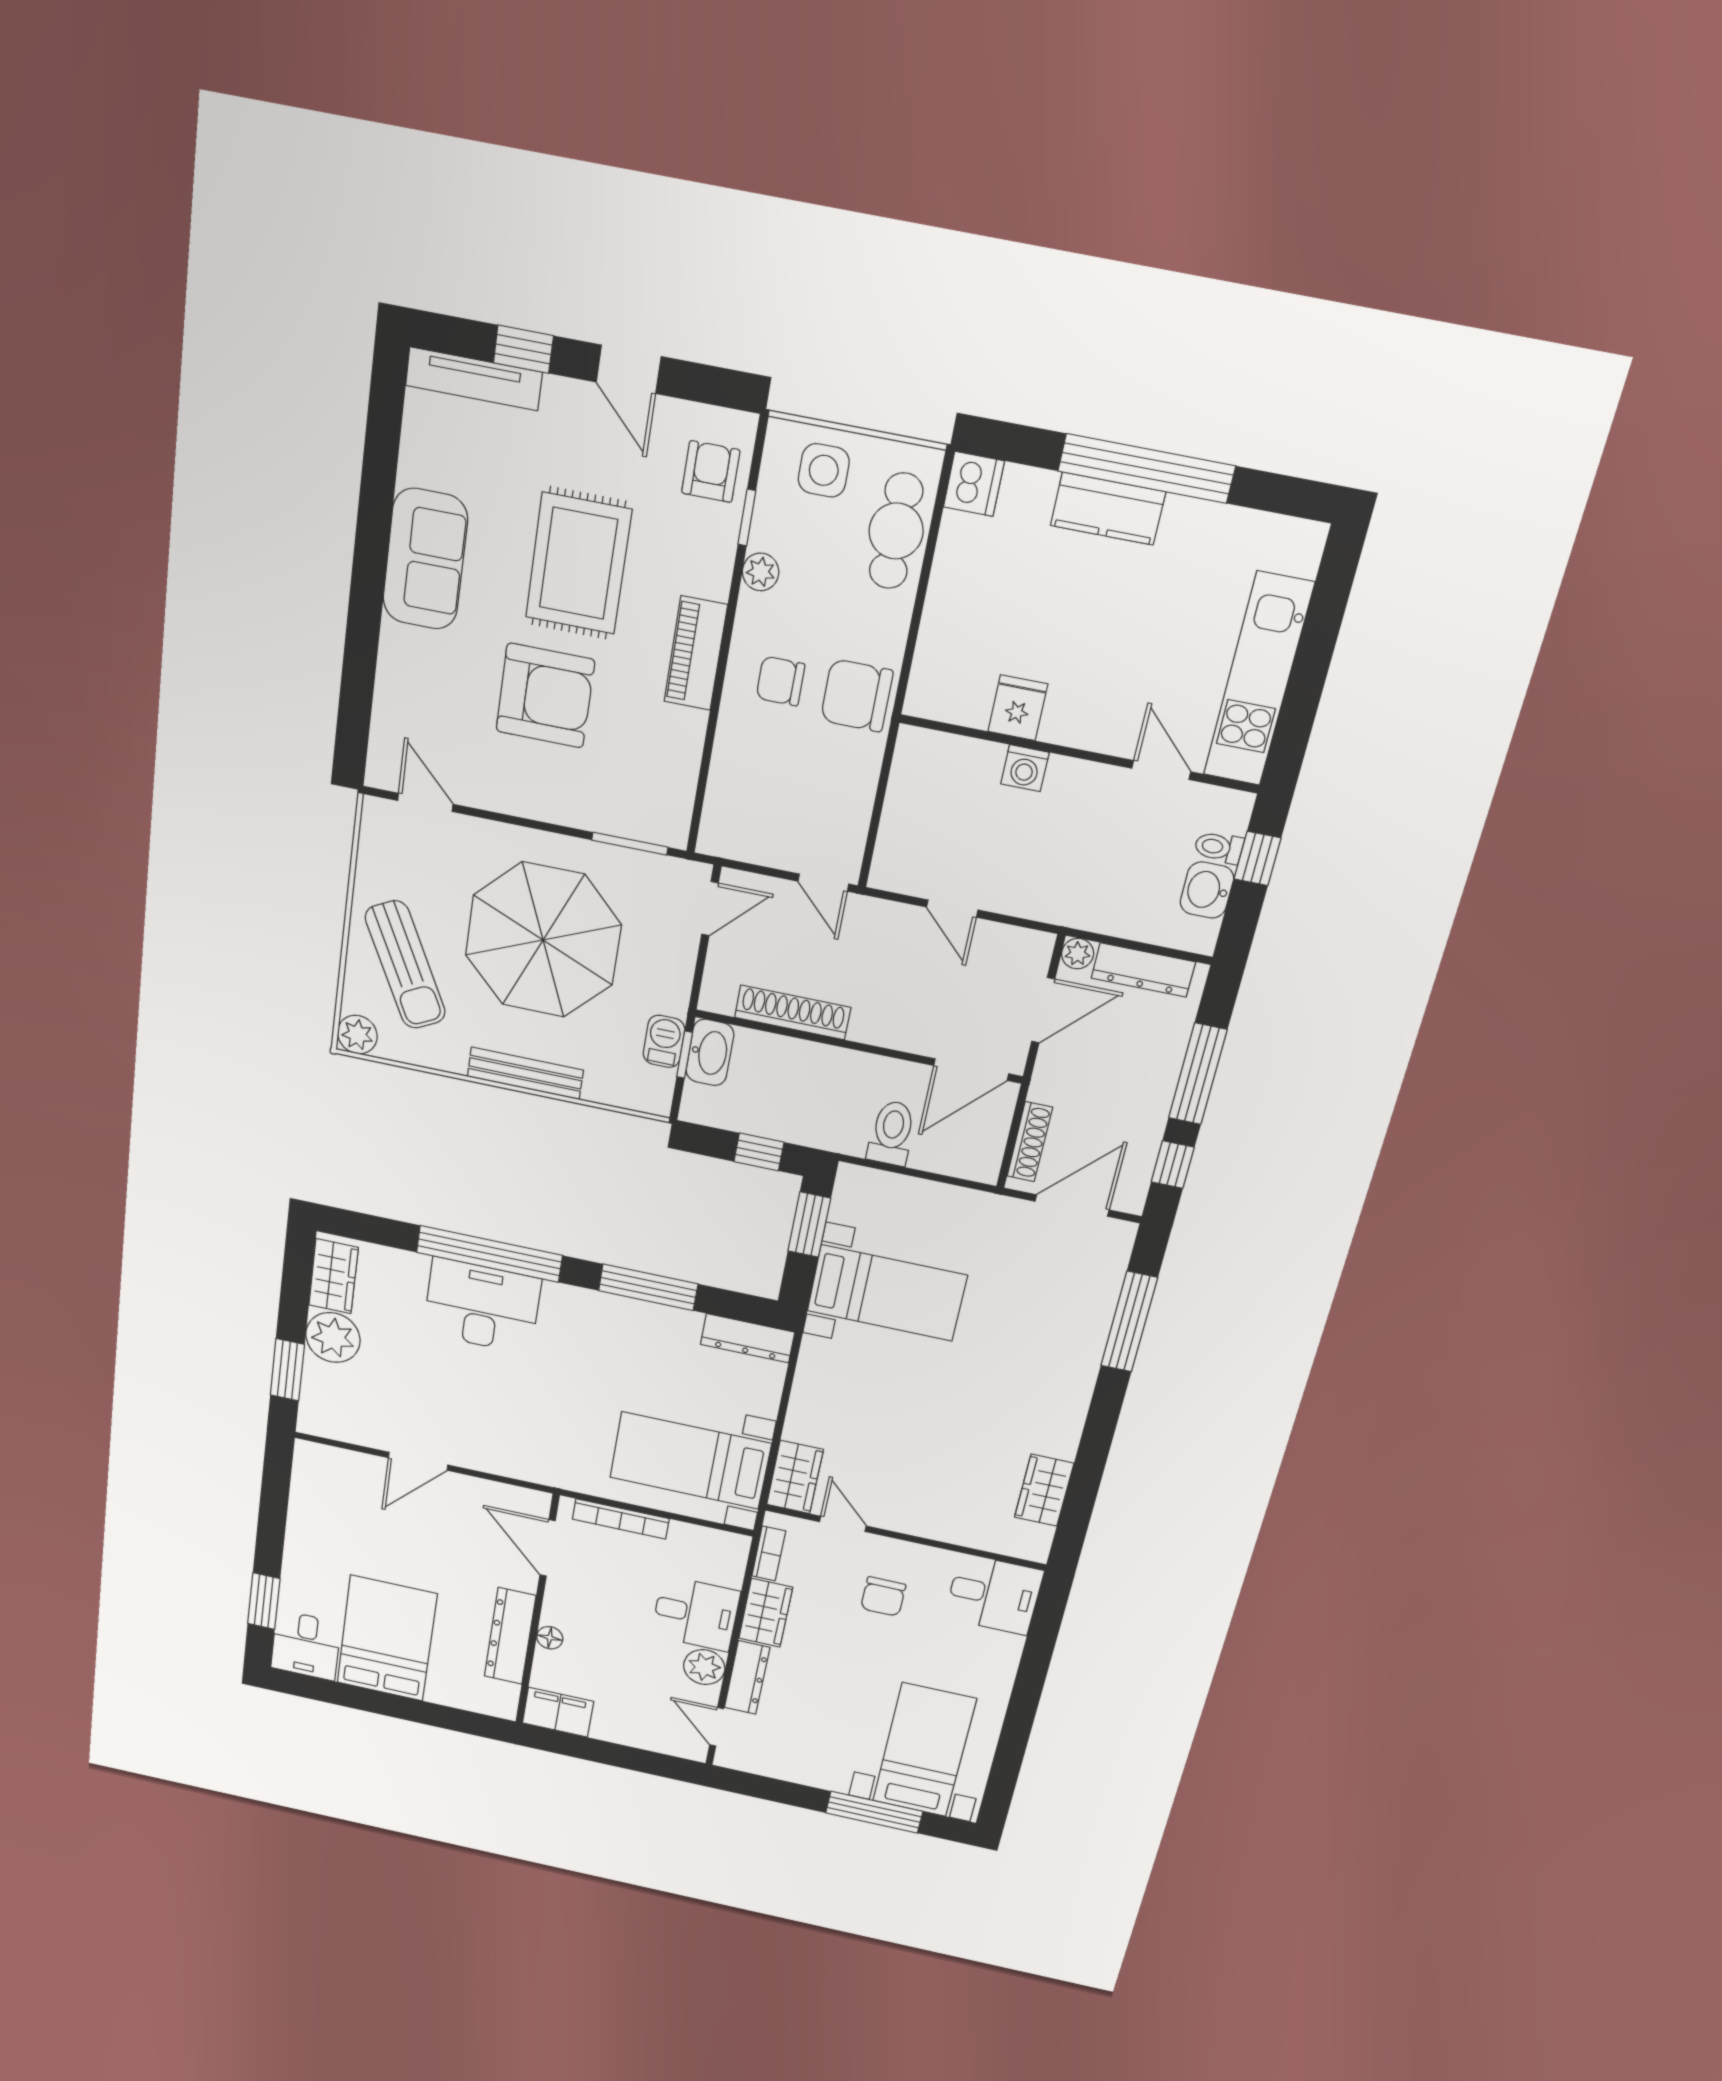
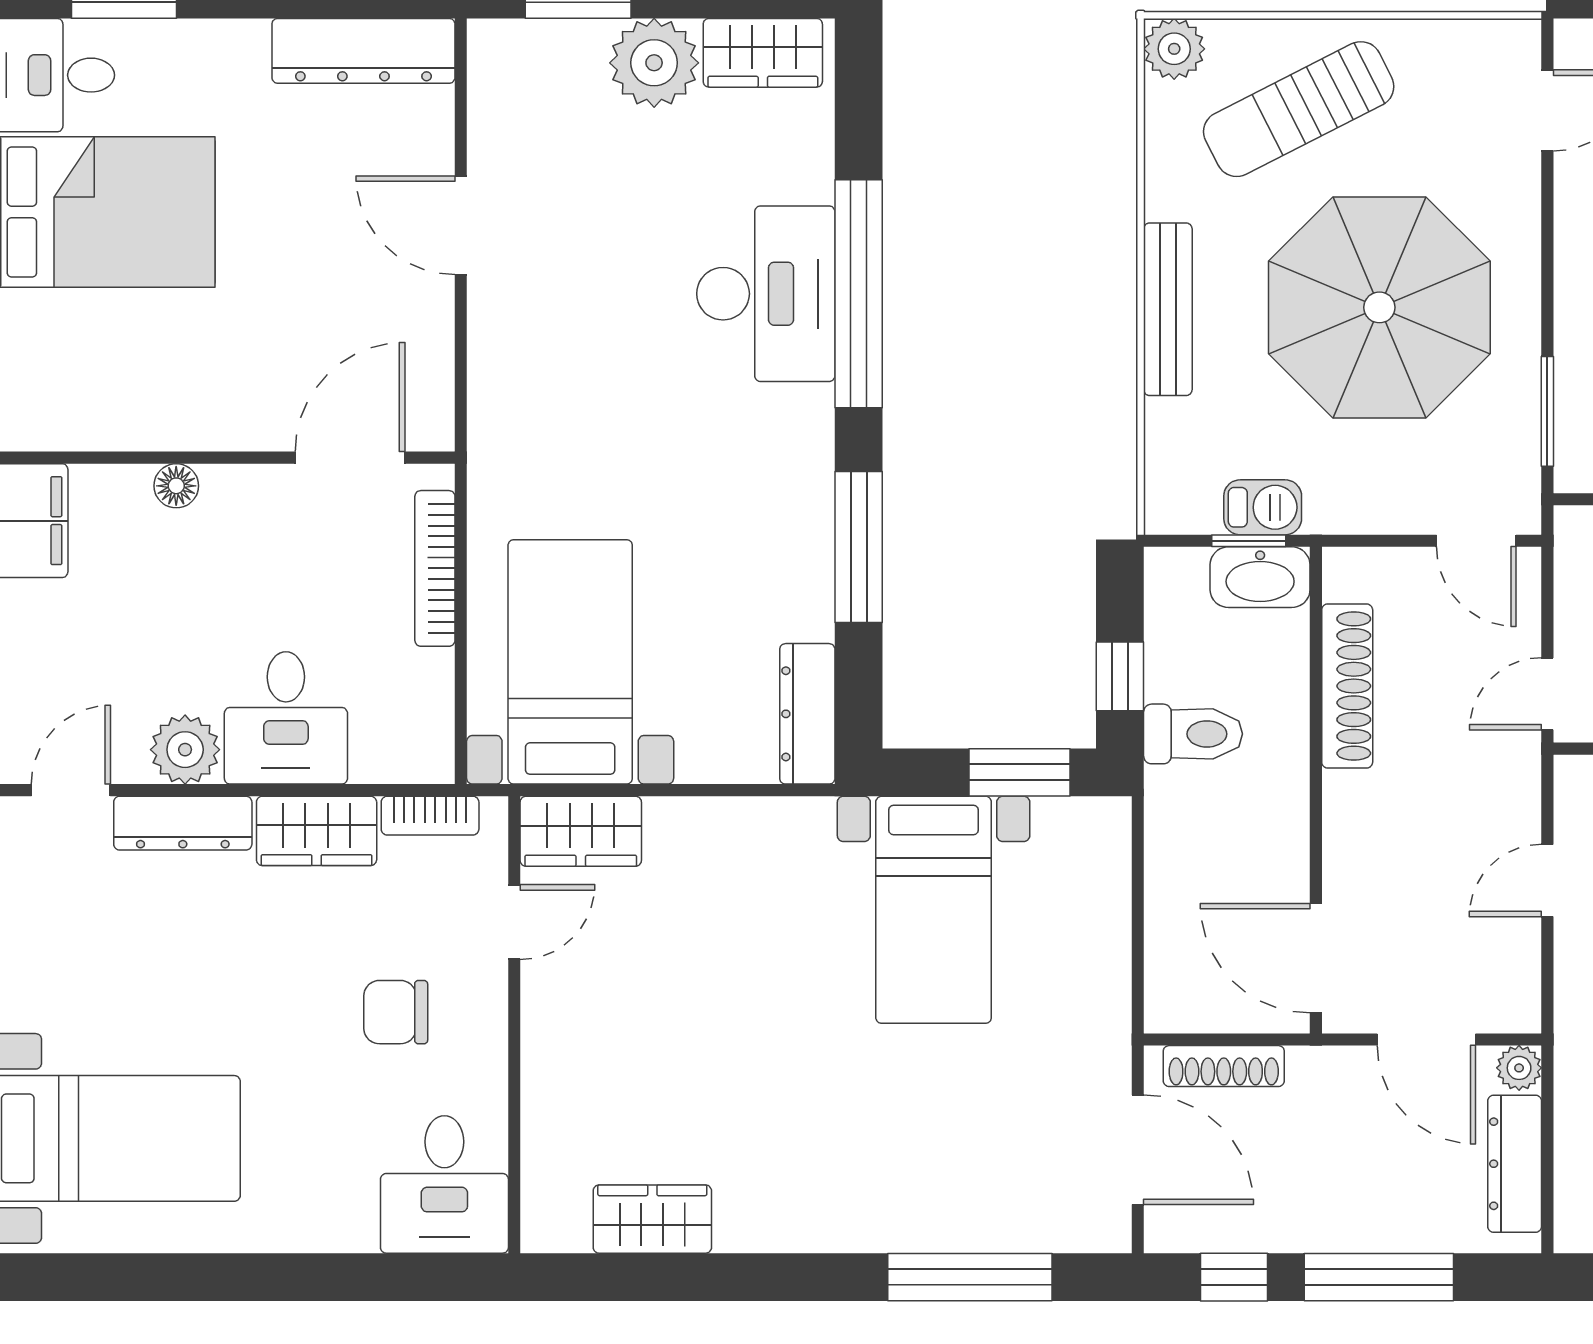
toilet: (892, 1133) -> (1193, 734), moved
dresser: (510, 1636) -> (363, 51), moved, turned 180

